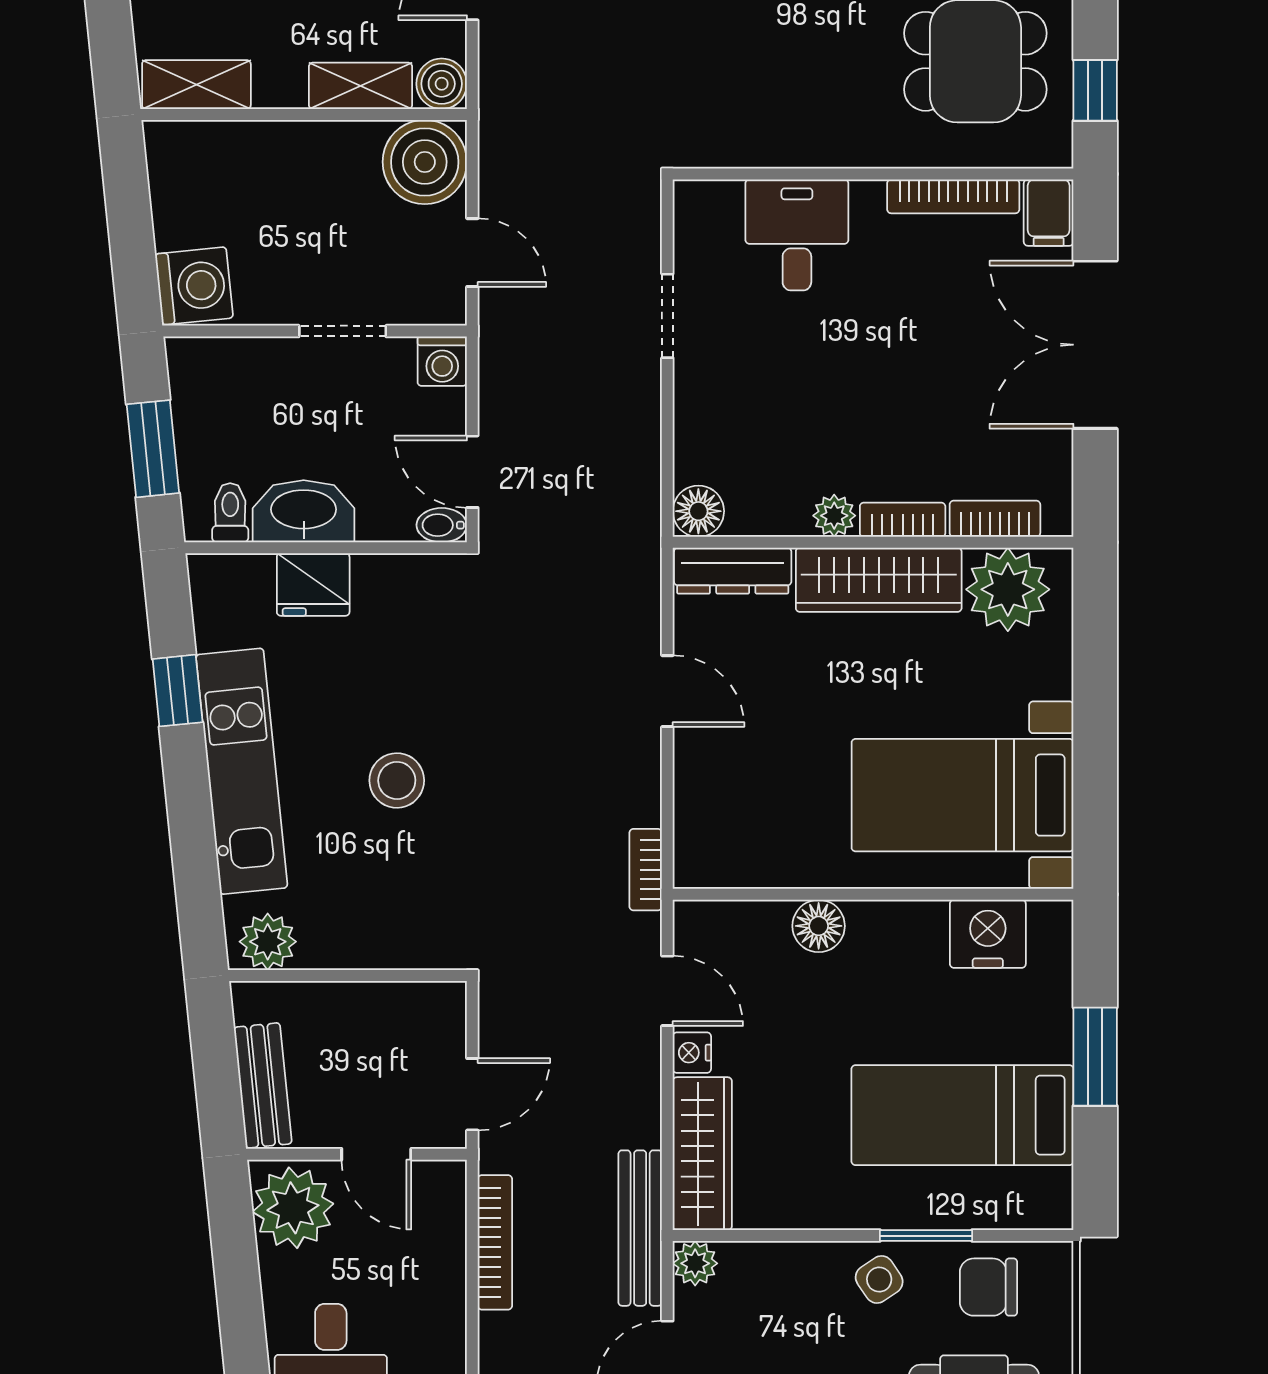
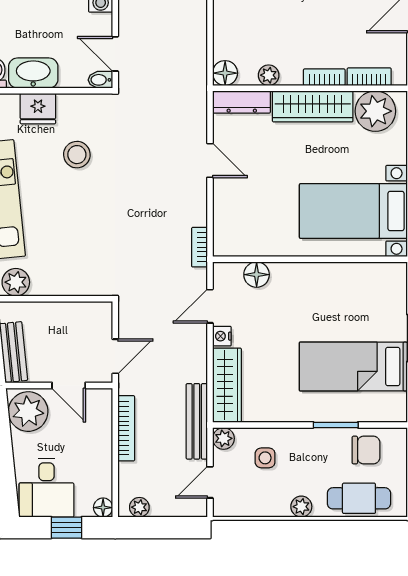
plant: (834, 516) -> (269, 75), moved
stool: (397, 780) -> (77, 155), moved
floor lamp: (819, 926) -> (257, 275), moved
nightstand: (988, 934) -> (366, 278), removed
door: (667, 991) -> (210, 306), swing flipped
side table: (879, 1279) -> (265, 458), moved, turned 34
chair: (988, 1287) -> (366, 450), turned 180

